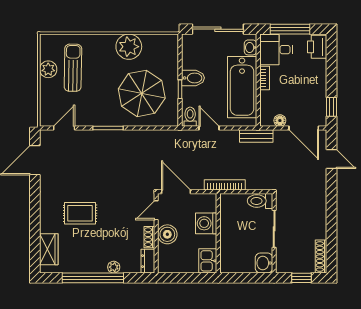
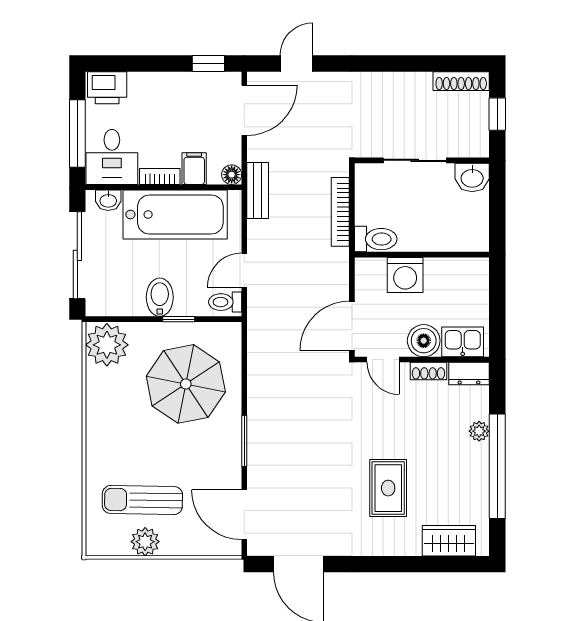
plant: (129, 47) -> (107, 345), moved
filing cabinet: (269, 98) -> (194, 169), added
floor lamp: (280, 121) -> (232, 175), moved
door: (64, 128) -> (244, 515), width x1.38
bookcase: (225, 185) -> (340, 212), moved
toilet: (260, 201) -> (376, 239), moved, turned -90
kitchen sink: (208, 261) -> (463, 342), moved, turned 180

